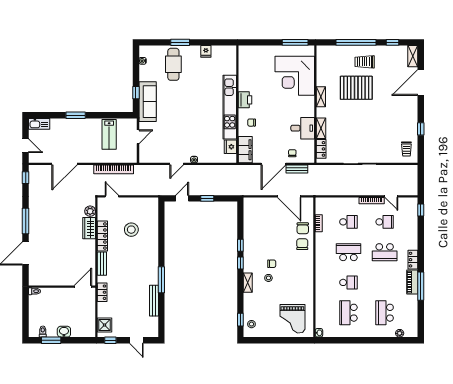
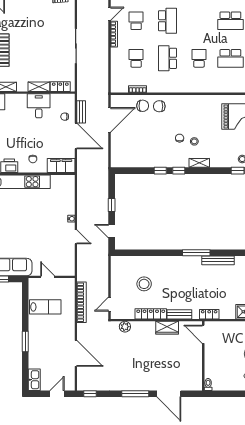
fridge: (230, 147) -> (58, 181), removed
wardrobe: (89, 228) -> (167, 328), moved

